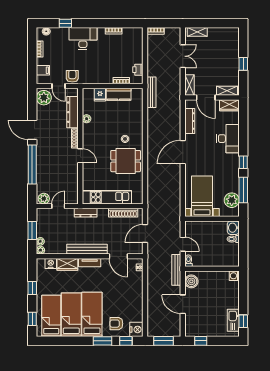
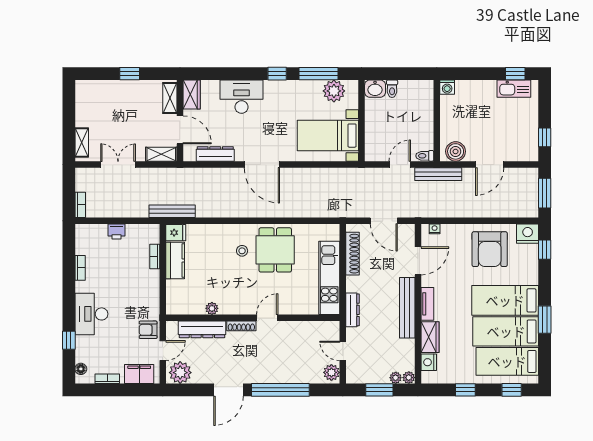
filing cabinet: (43, 70) -> (139, 374), width x2.00
printer: (138, 70) -> (116, 232), moved
fridge: (100, 95) -> (176, 233), moved
door: (206, 97) -> (180, 130), hinge flipped
armchair: (116, 324) -> (490, 249), moved, width x1.88, depth x1.88
window: (103, 341) -> (545, 320), moved

